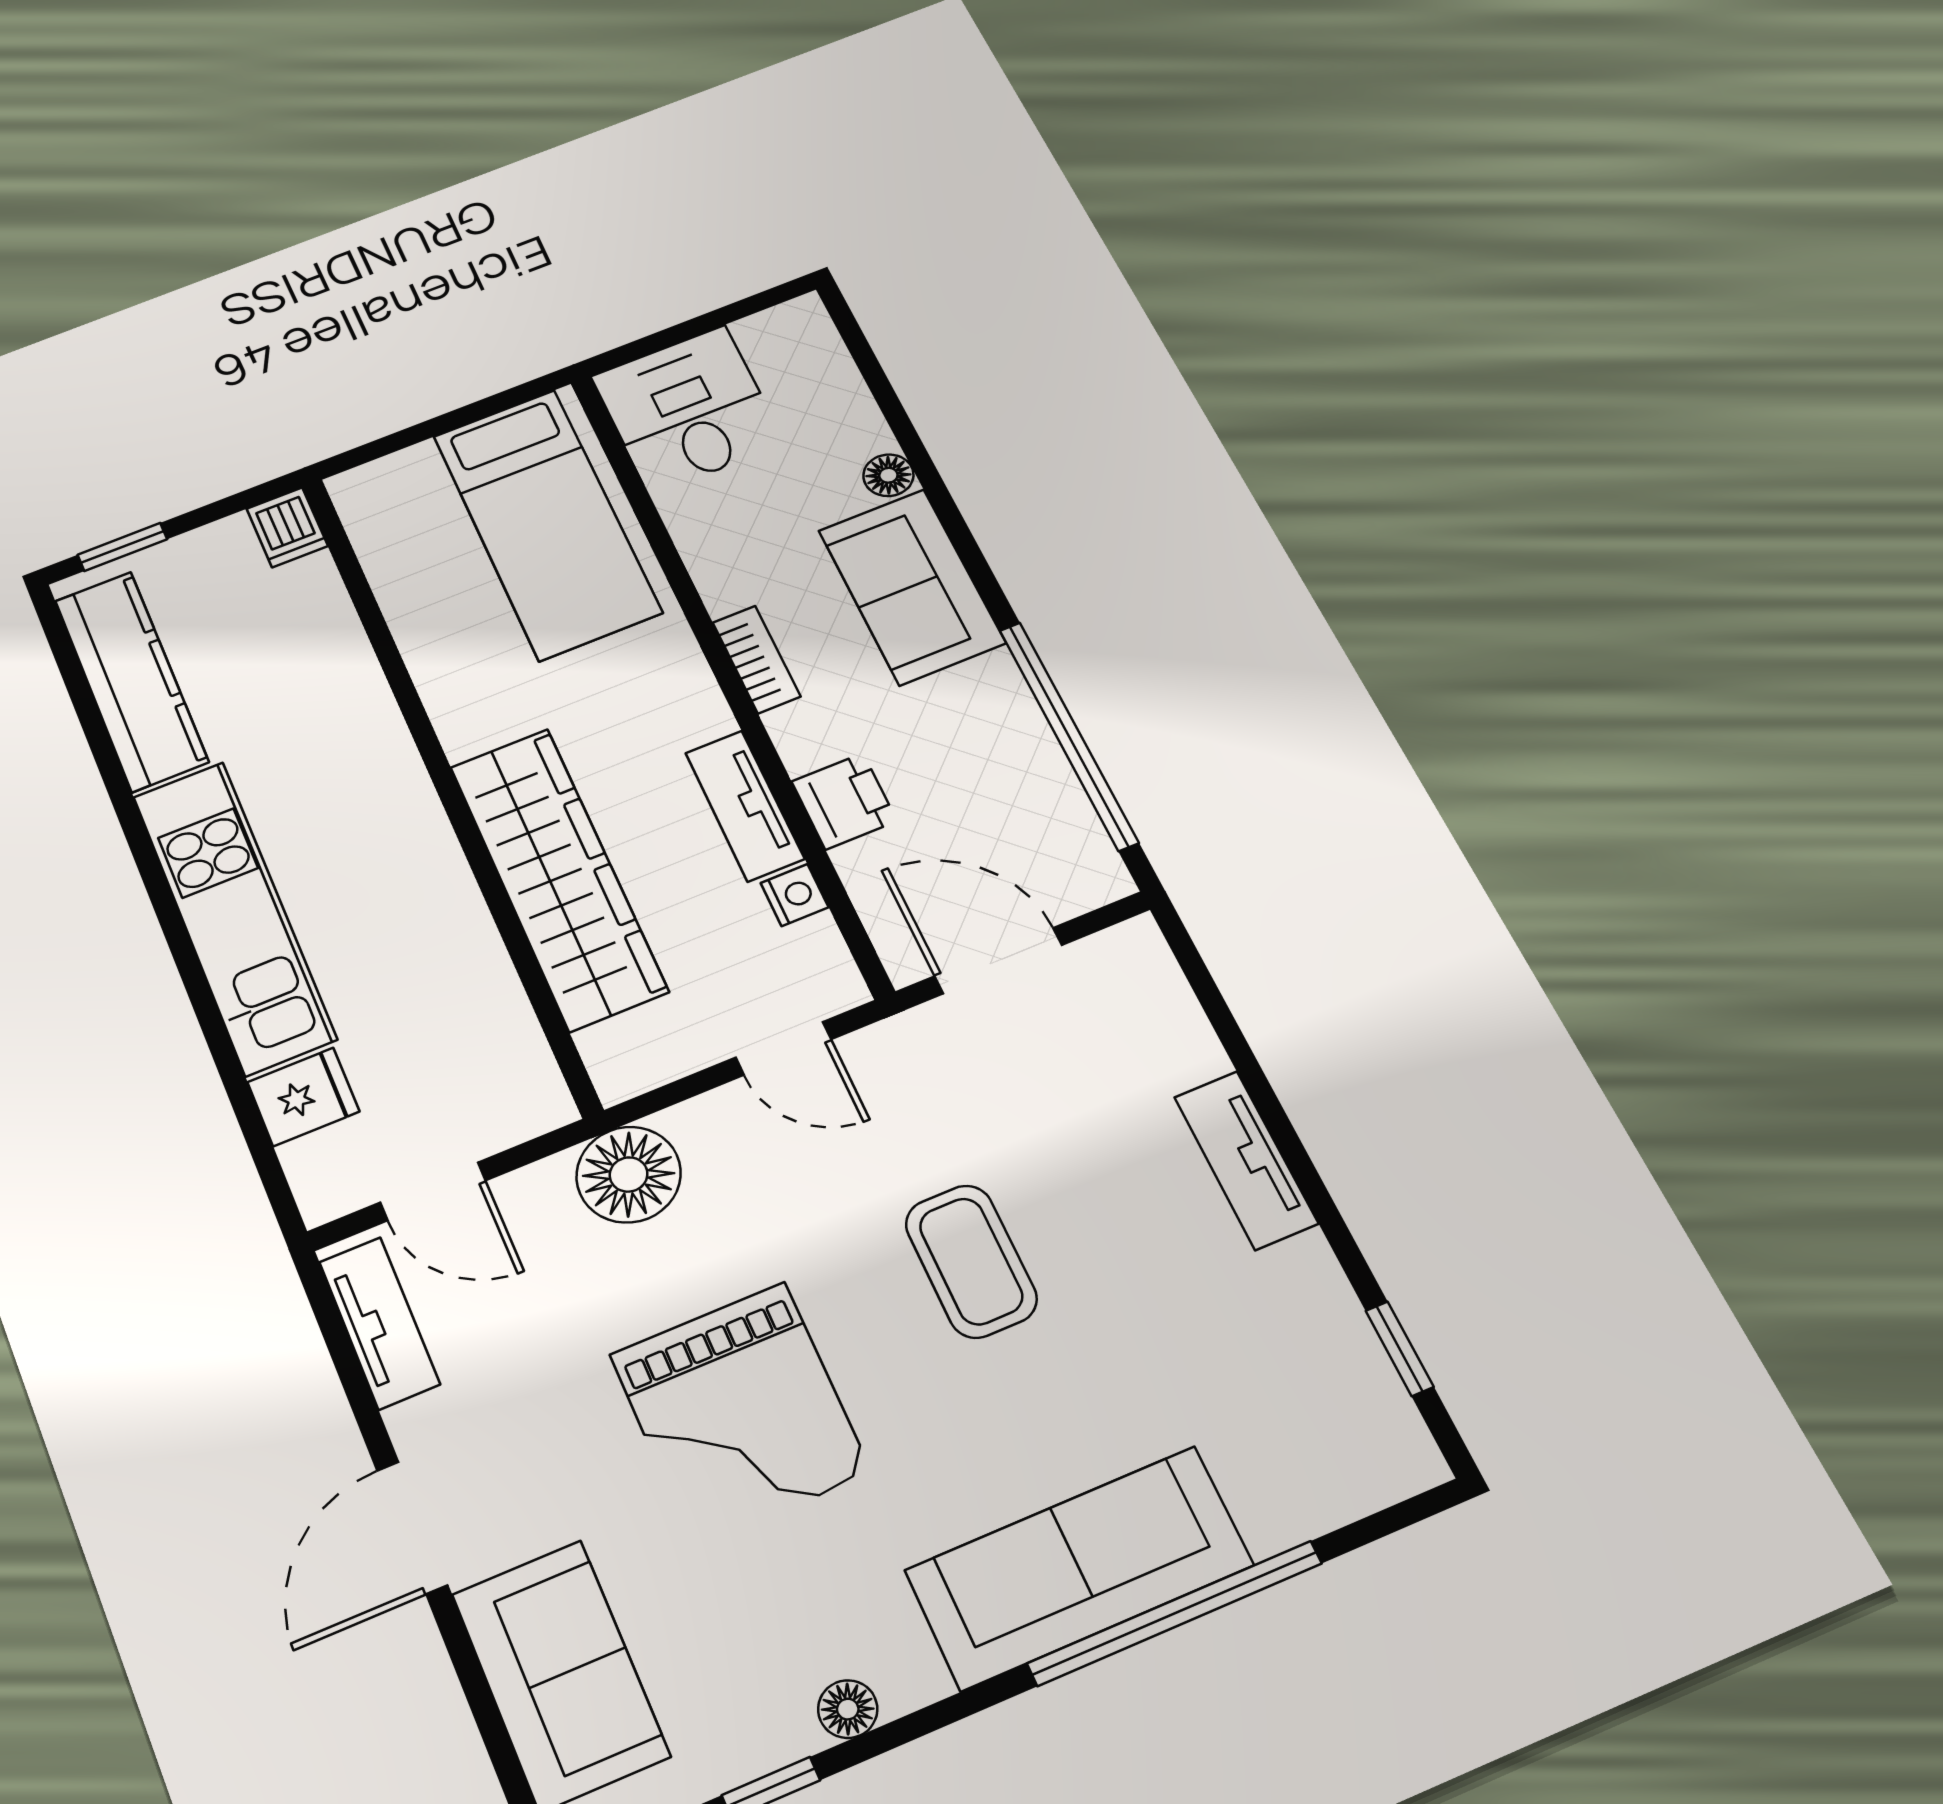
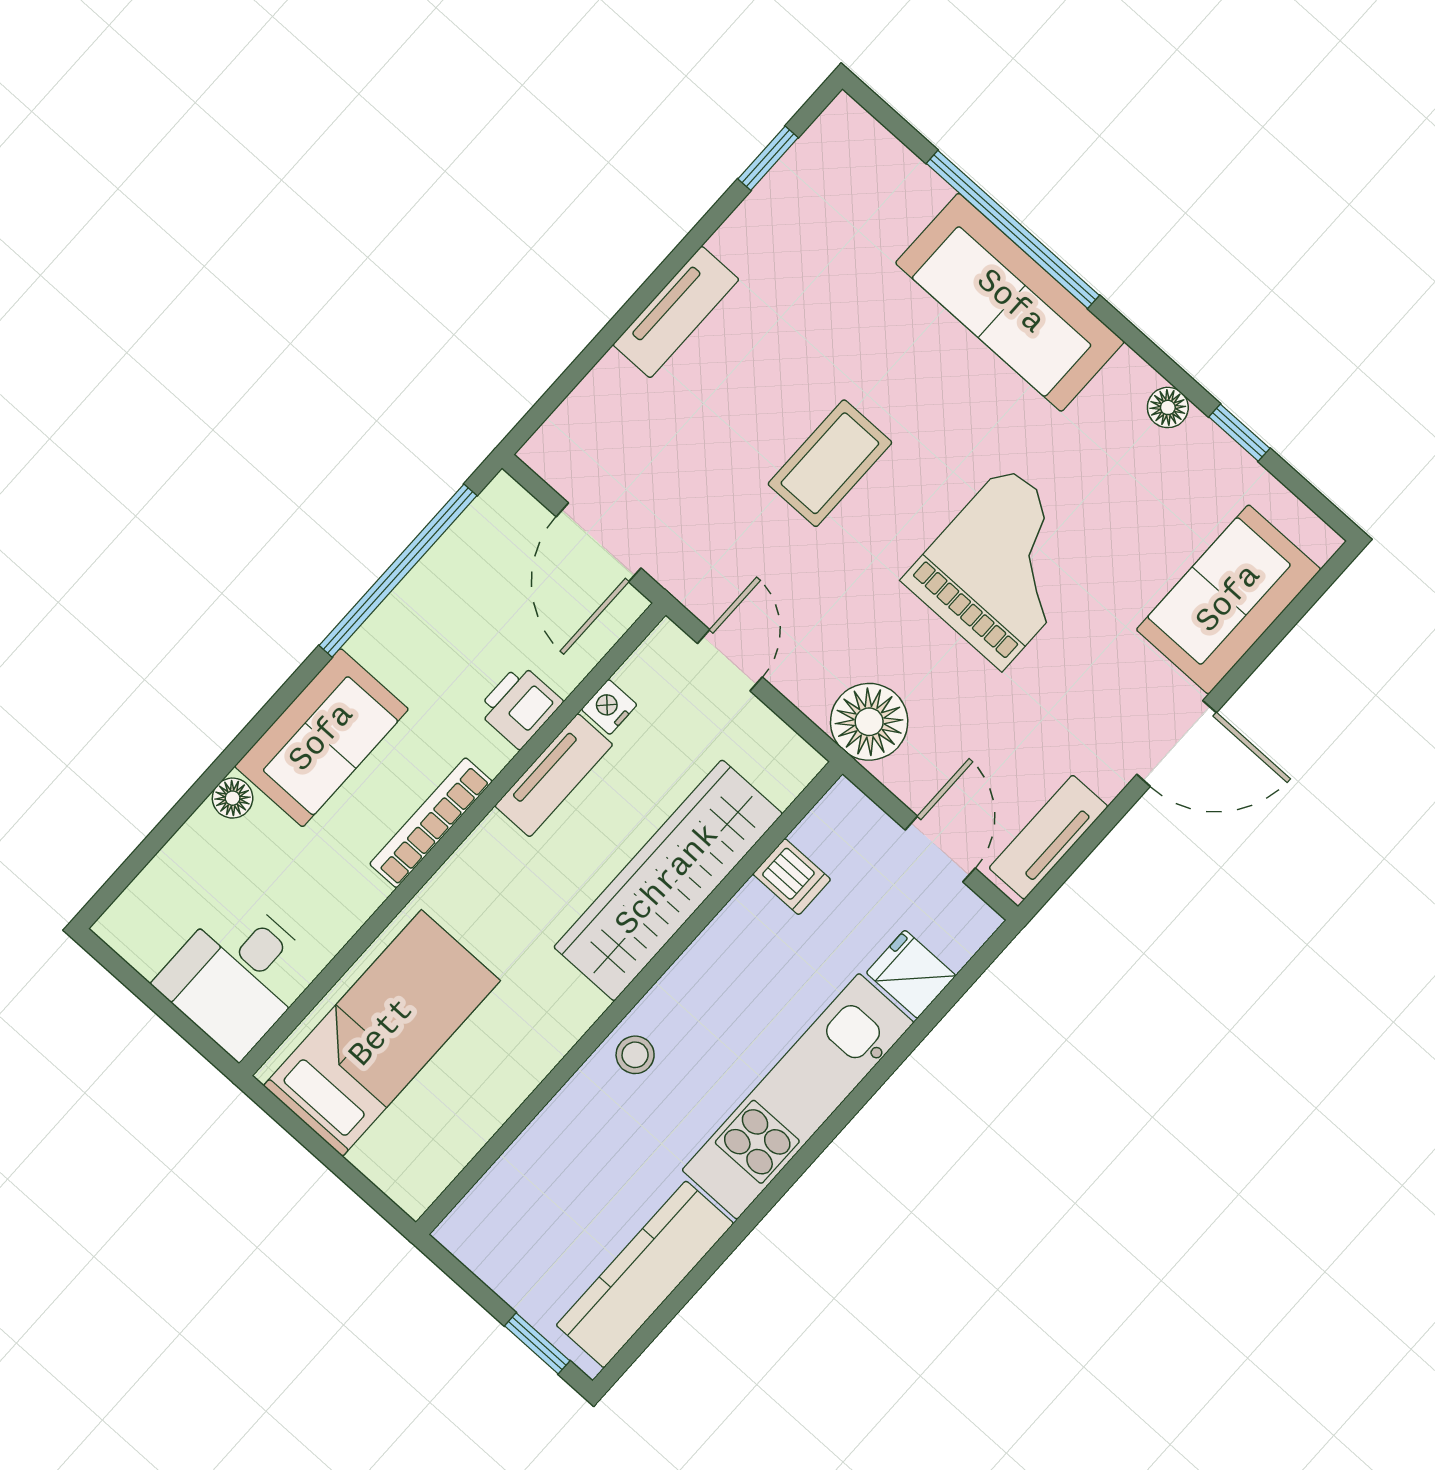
dishwasher: (287, 527) -> (792, 877), moved, turned 90
bookcase: (757, 659) -> (431, 823), width x1.56
stool: (379, 766) -> (635, 1055), added

